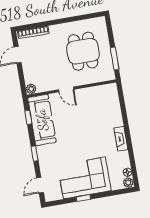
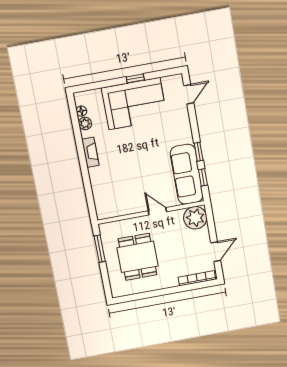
plant: (31, 89) -> (195, 218), width x1.87, depth x1.87
window: (35, 154) -> (199, 152), moved
plant: (128, 183) -> (85, 123), moved

